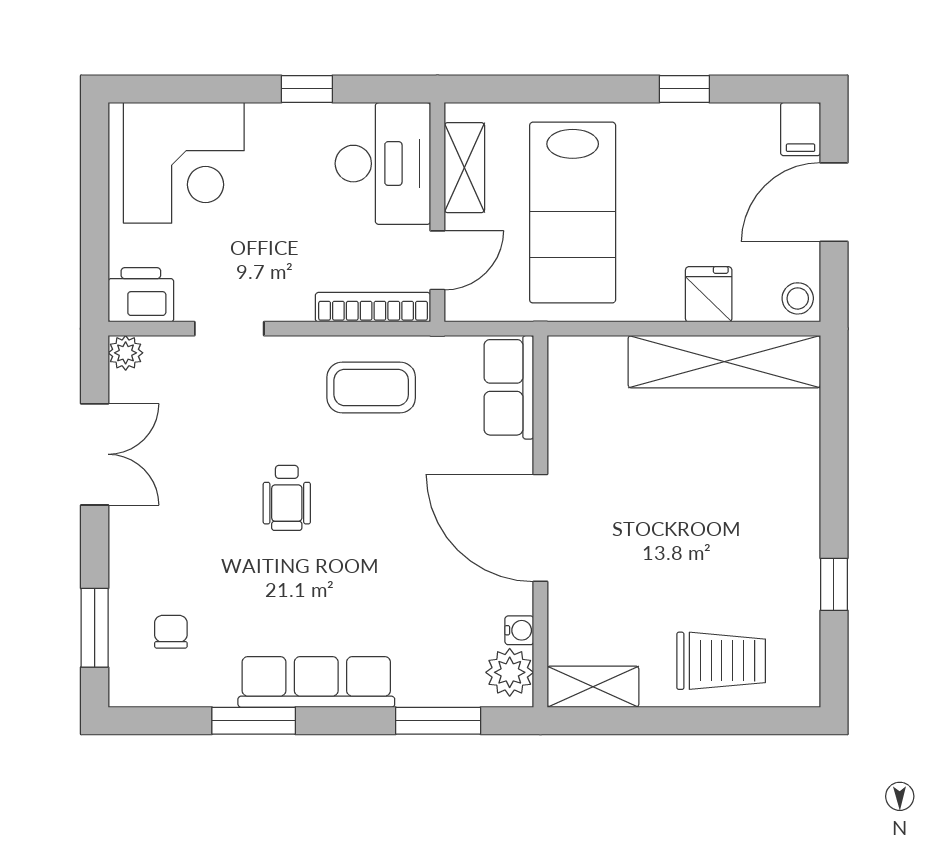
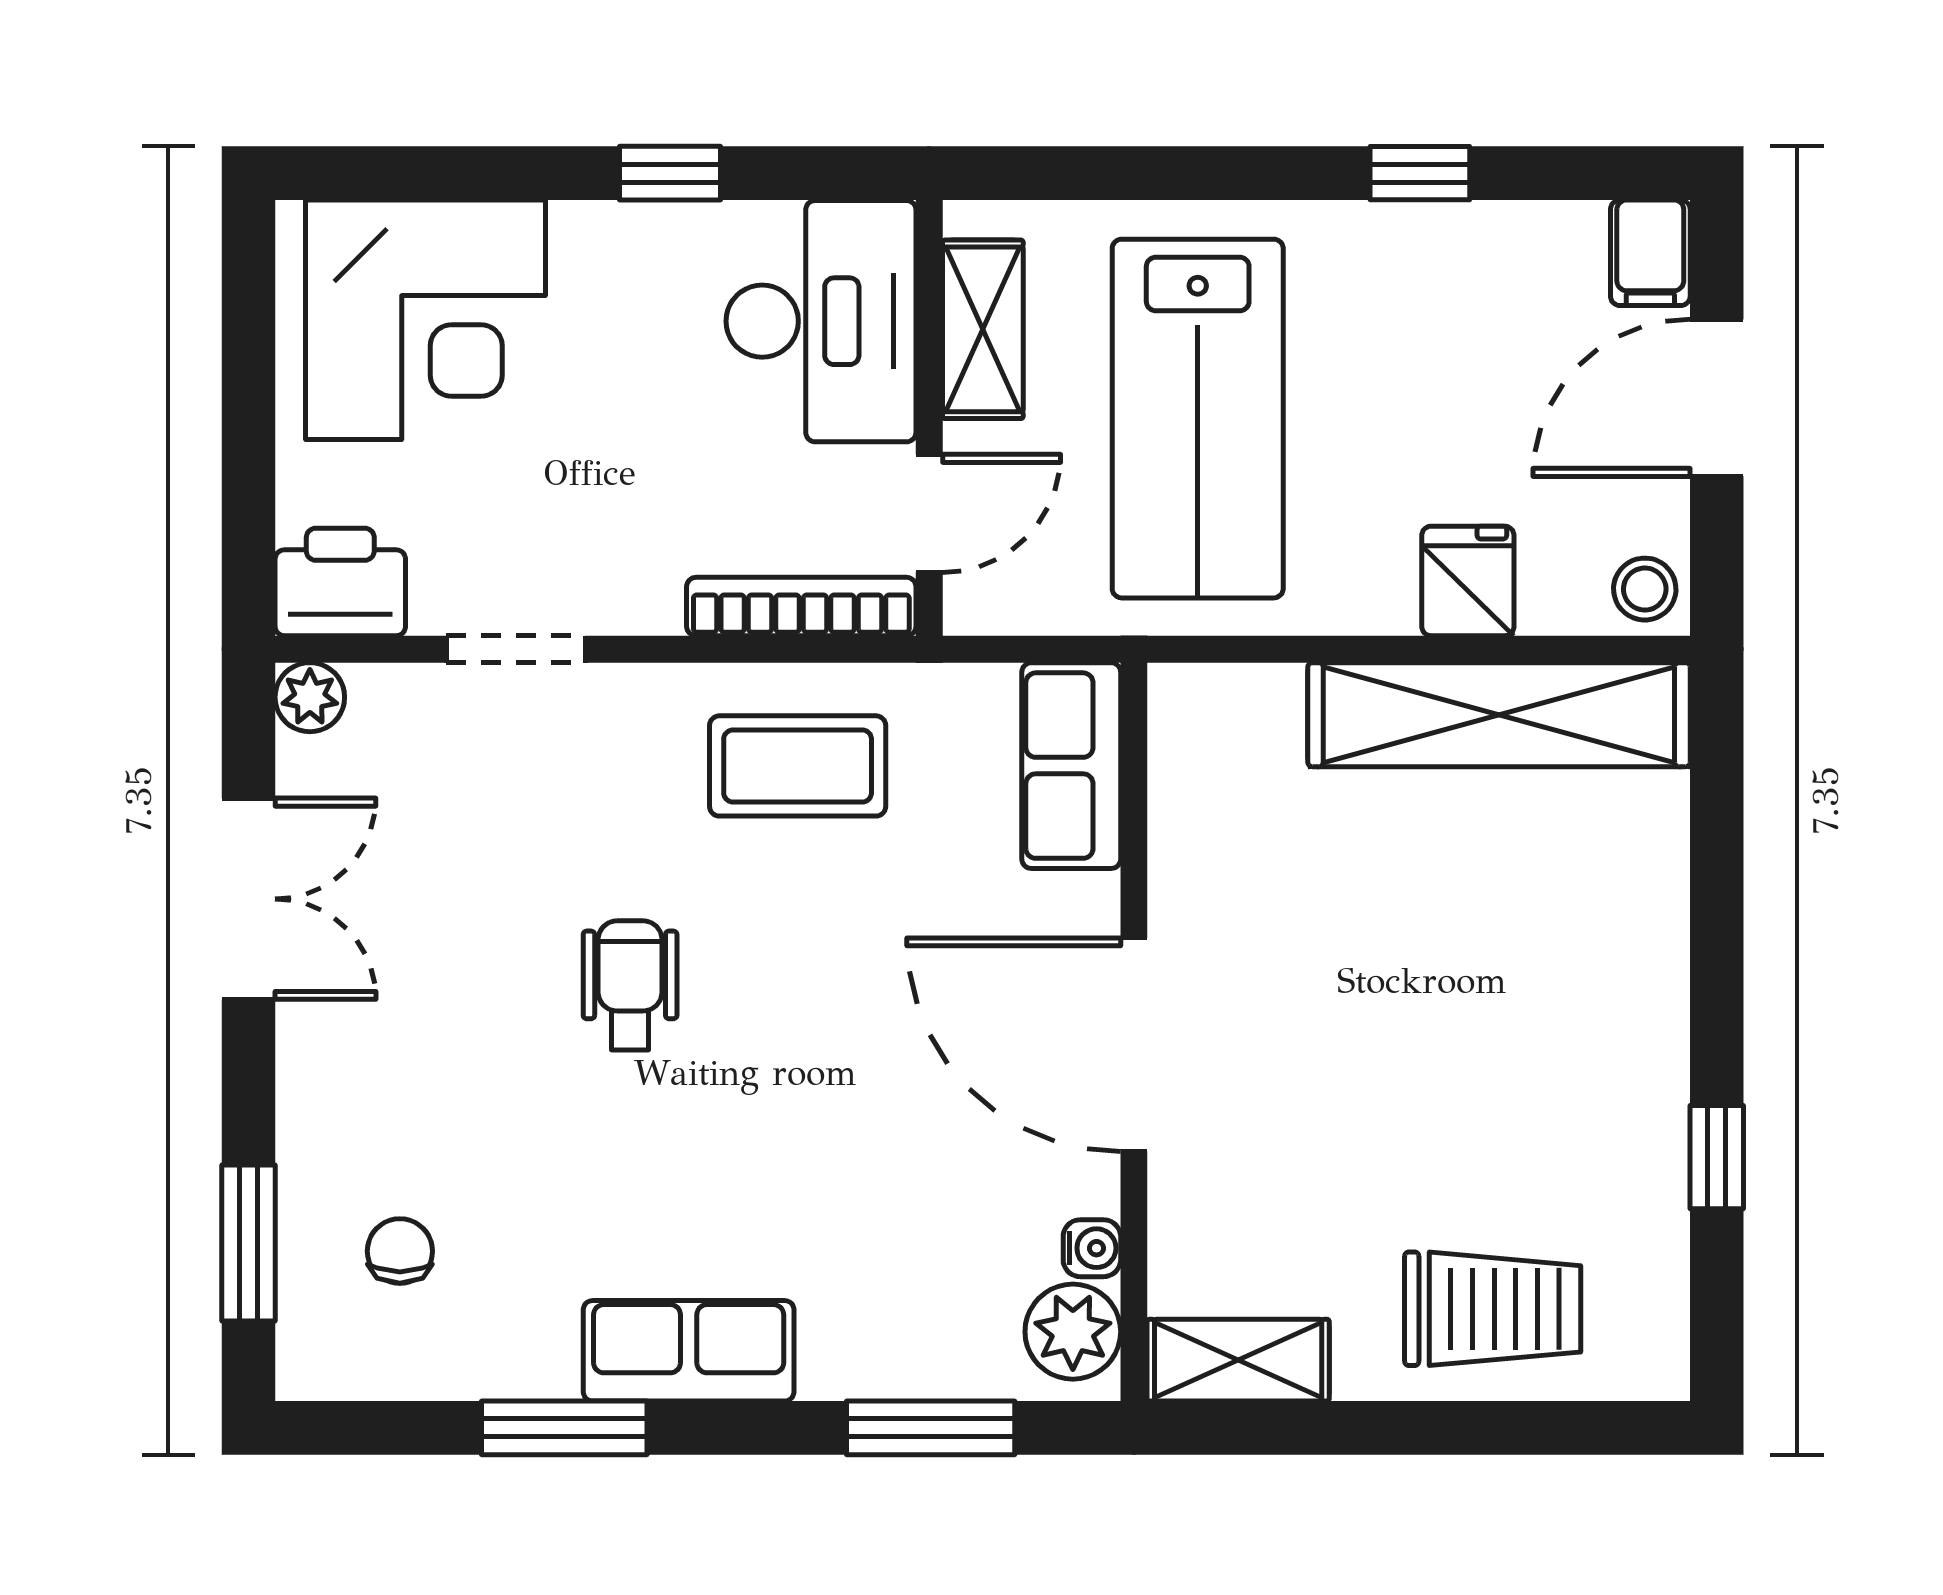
wheelchair: (287, 498) -> (630, 985), turned 180
row of seats: (316, 682) -> (689, 1351), width x0.68

